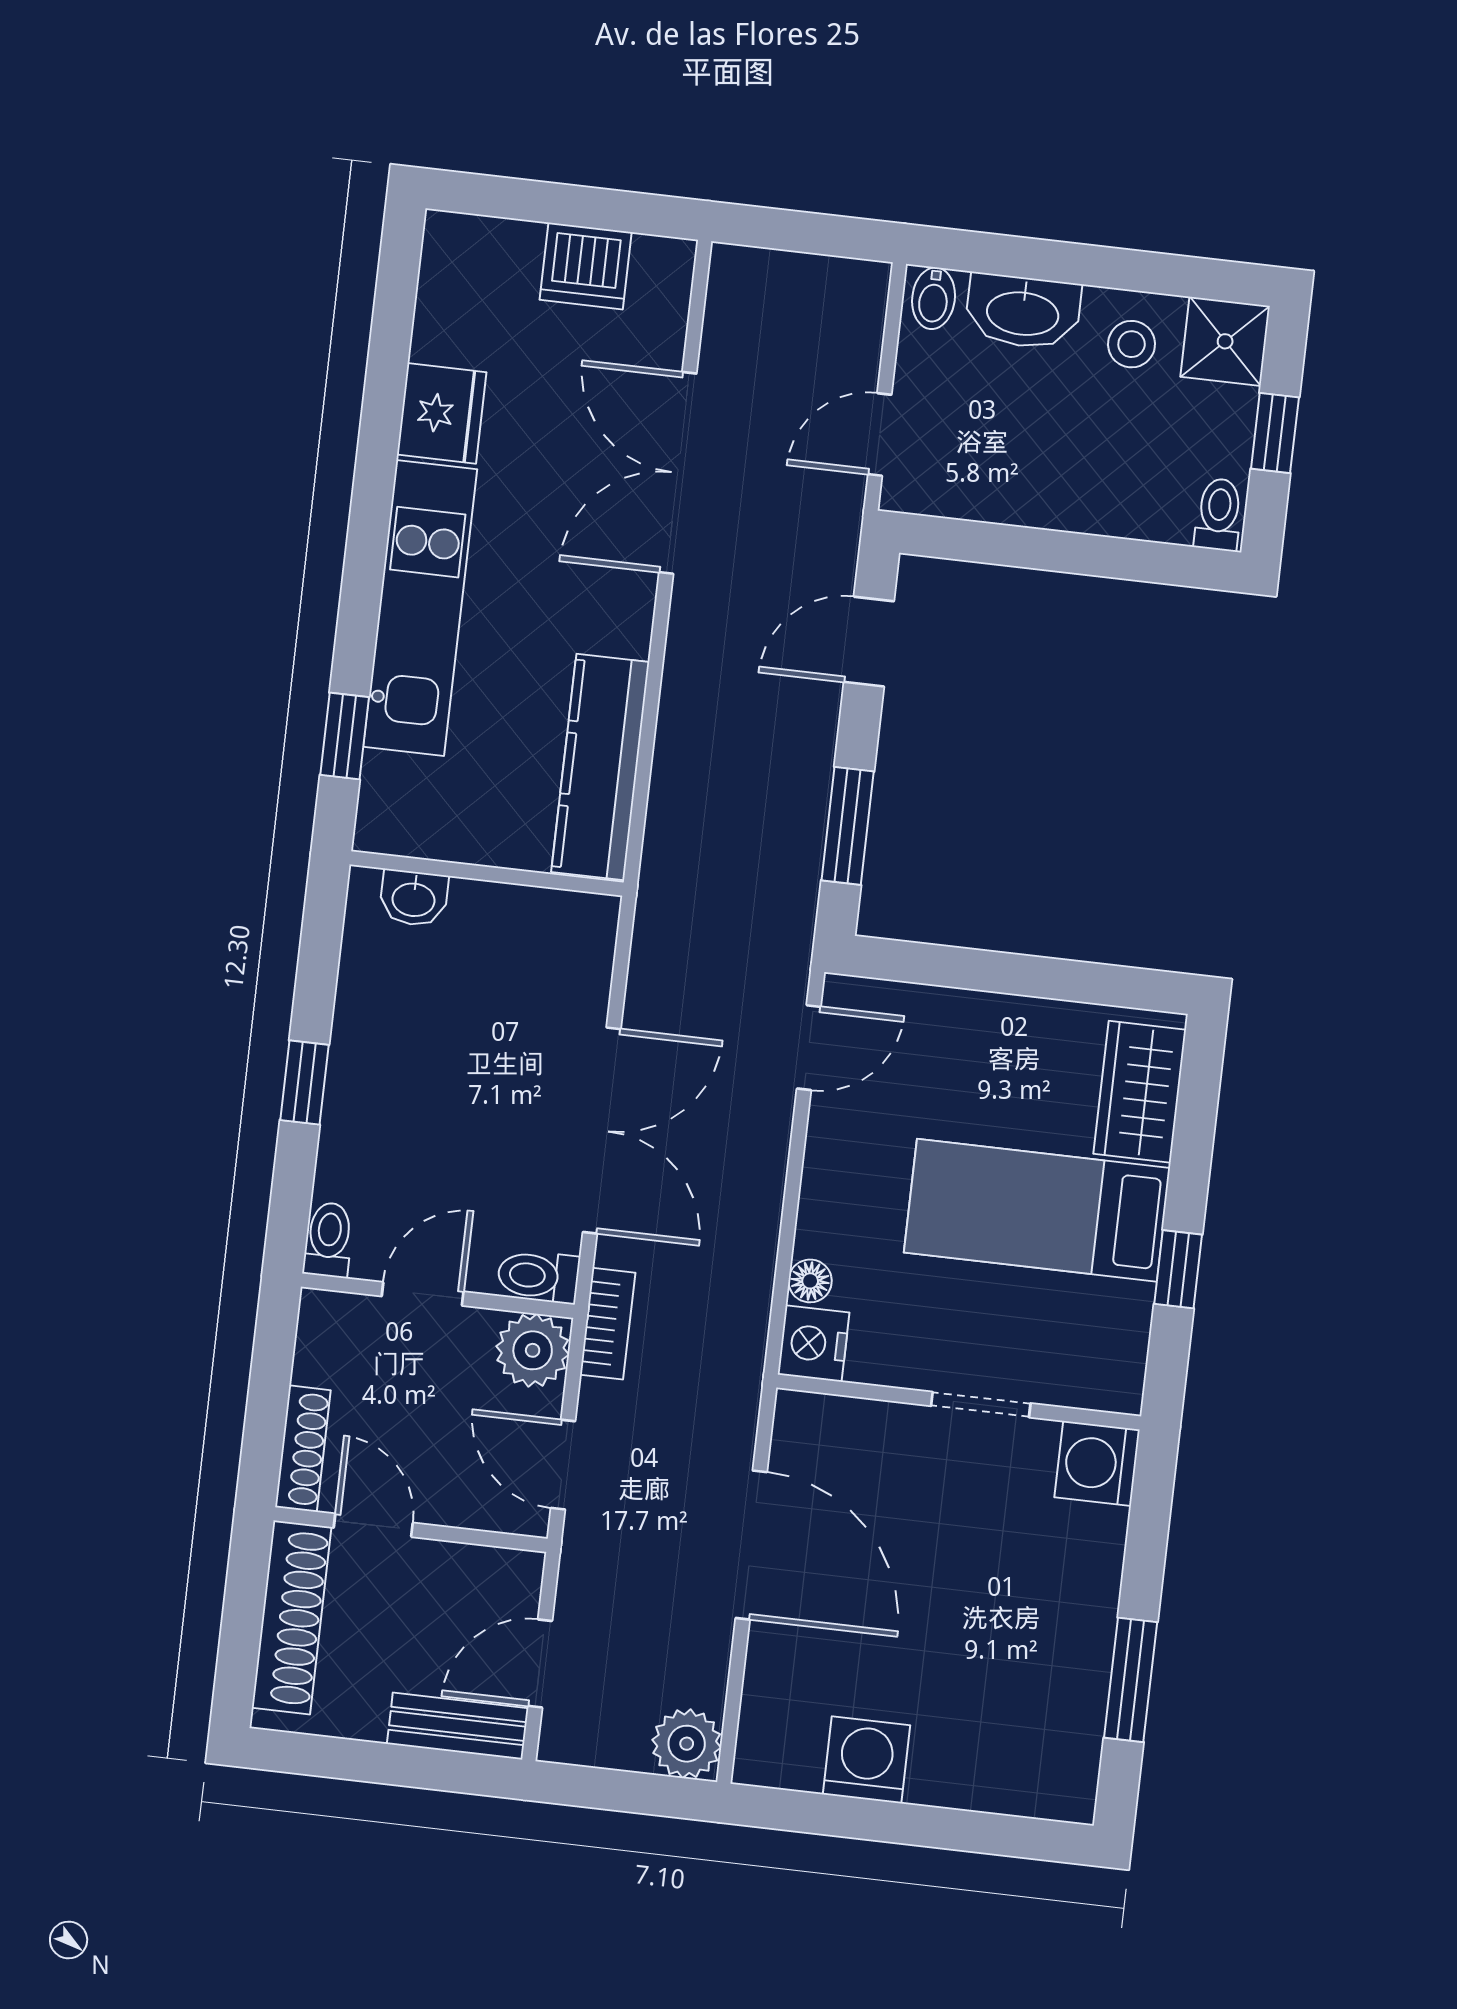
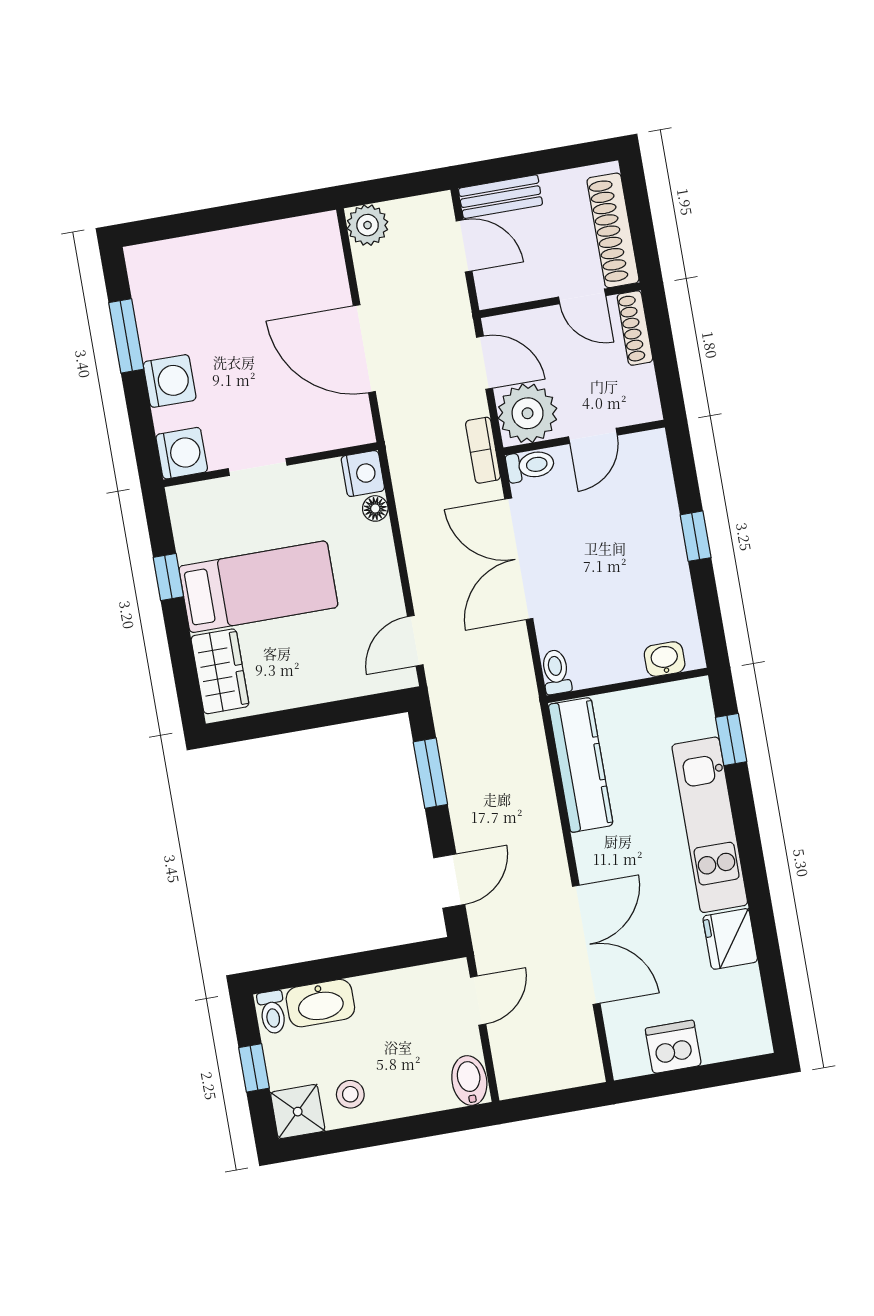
bidet: (934, 298) -> (469, 1081), width x1.38, depth x1.36
washbasin: (1023, 312) -> (320, 1003), moved, turned 180
toilet: (329, 1240) -> (556, 672), moved, turned 180
plant: (533, 1350) -> (528, 413), width x1.36, depth x1.36
door: (540, 1663) -> (464, 246), hinge flipped
washing machine: (867, 1760) -> (170, 381), moved, turned -90

